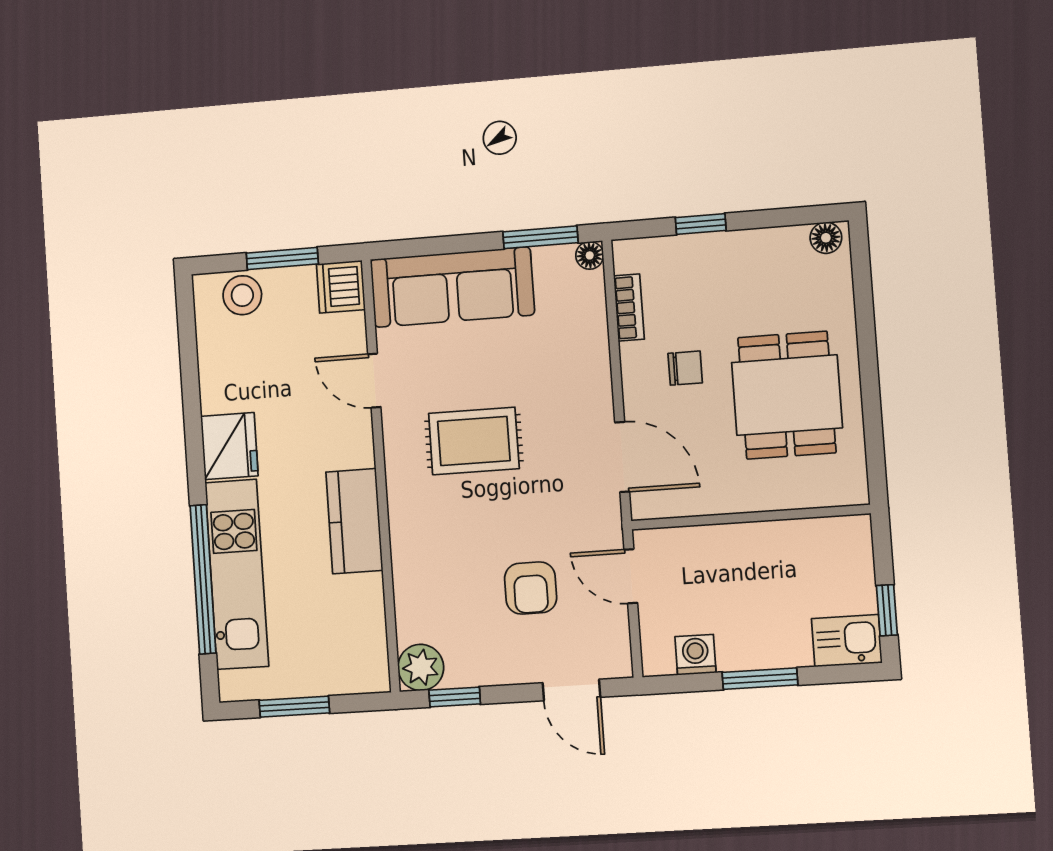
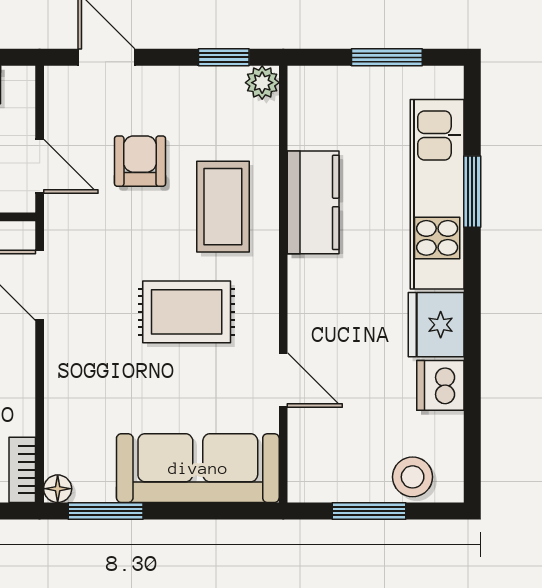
dishwasher: (341, 287) -> (440, 385), moved, turned 180
bookcase: (629, 308) -> (22, 470), moved
kitchen counter: (354, 521) -> (313, 202), moved
coffee table: (445, 548) -> (223, 207), added
window: (203, 579) -> (472, 192), width x0.47
plant: (421, 667) -> (262, 83), width x0.73, depth x0.73

